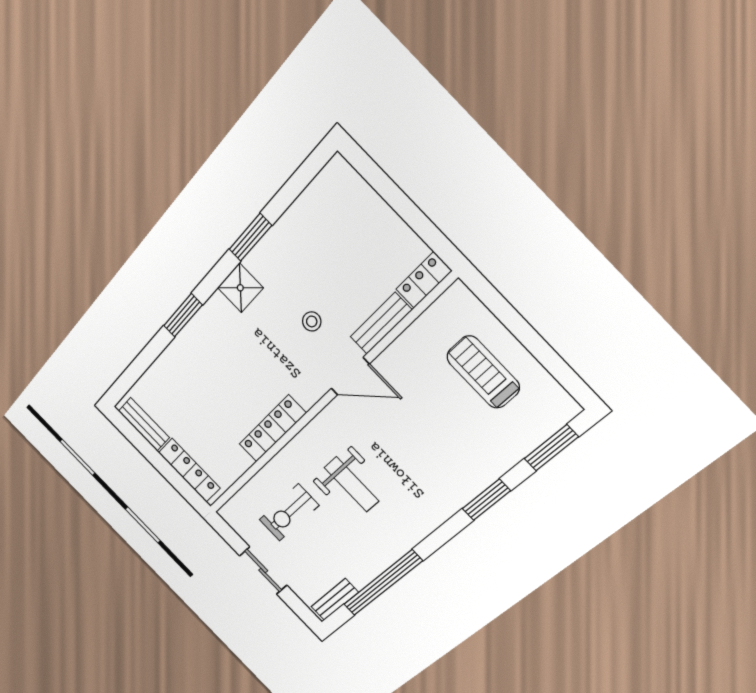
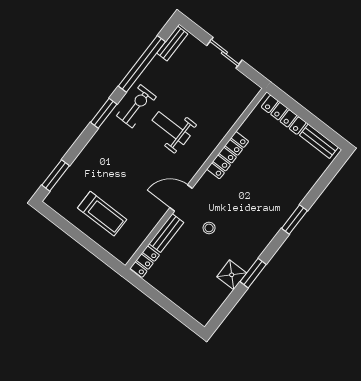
shower: (240, 288) -> (232, 275), moved
window: (486, 500) -> (104, 113), moved
exercise bike: (289, 513) -> (136, 106), moved

